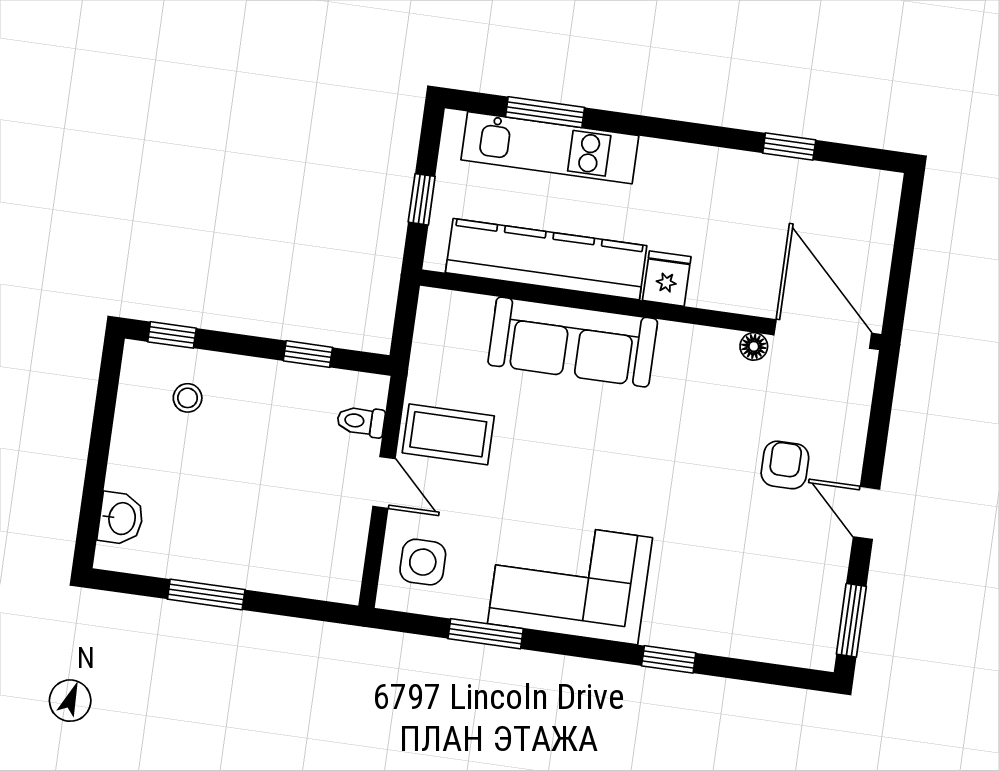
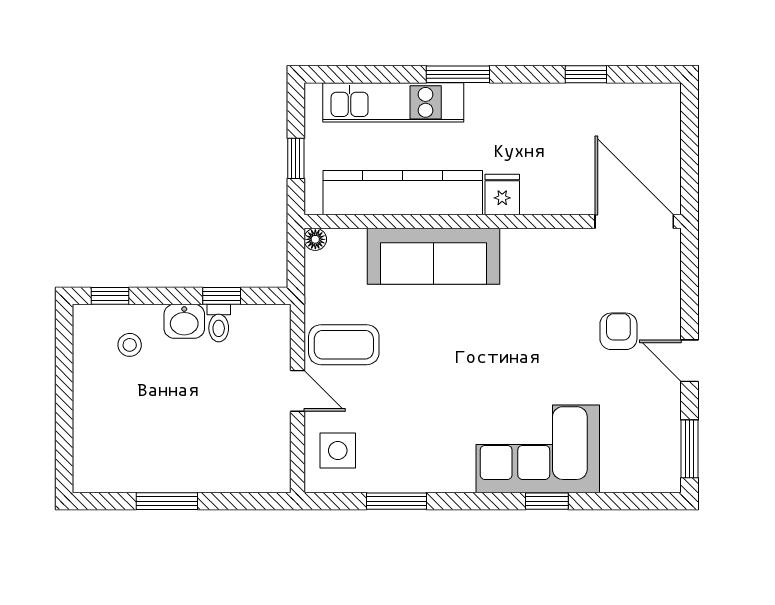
window: (545, 112) -> (458, 74), moved
floor lamp: (754, 346) -> (315, 239), moved
toilet: (361, 421) -> (219, 323), moved, turned -90
washbasin: (121, 518) -> (184, 321), moved, turned 90
corner sofa: (570, 581) -> (538, 449), moved

